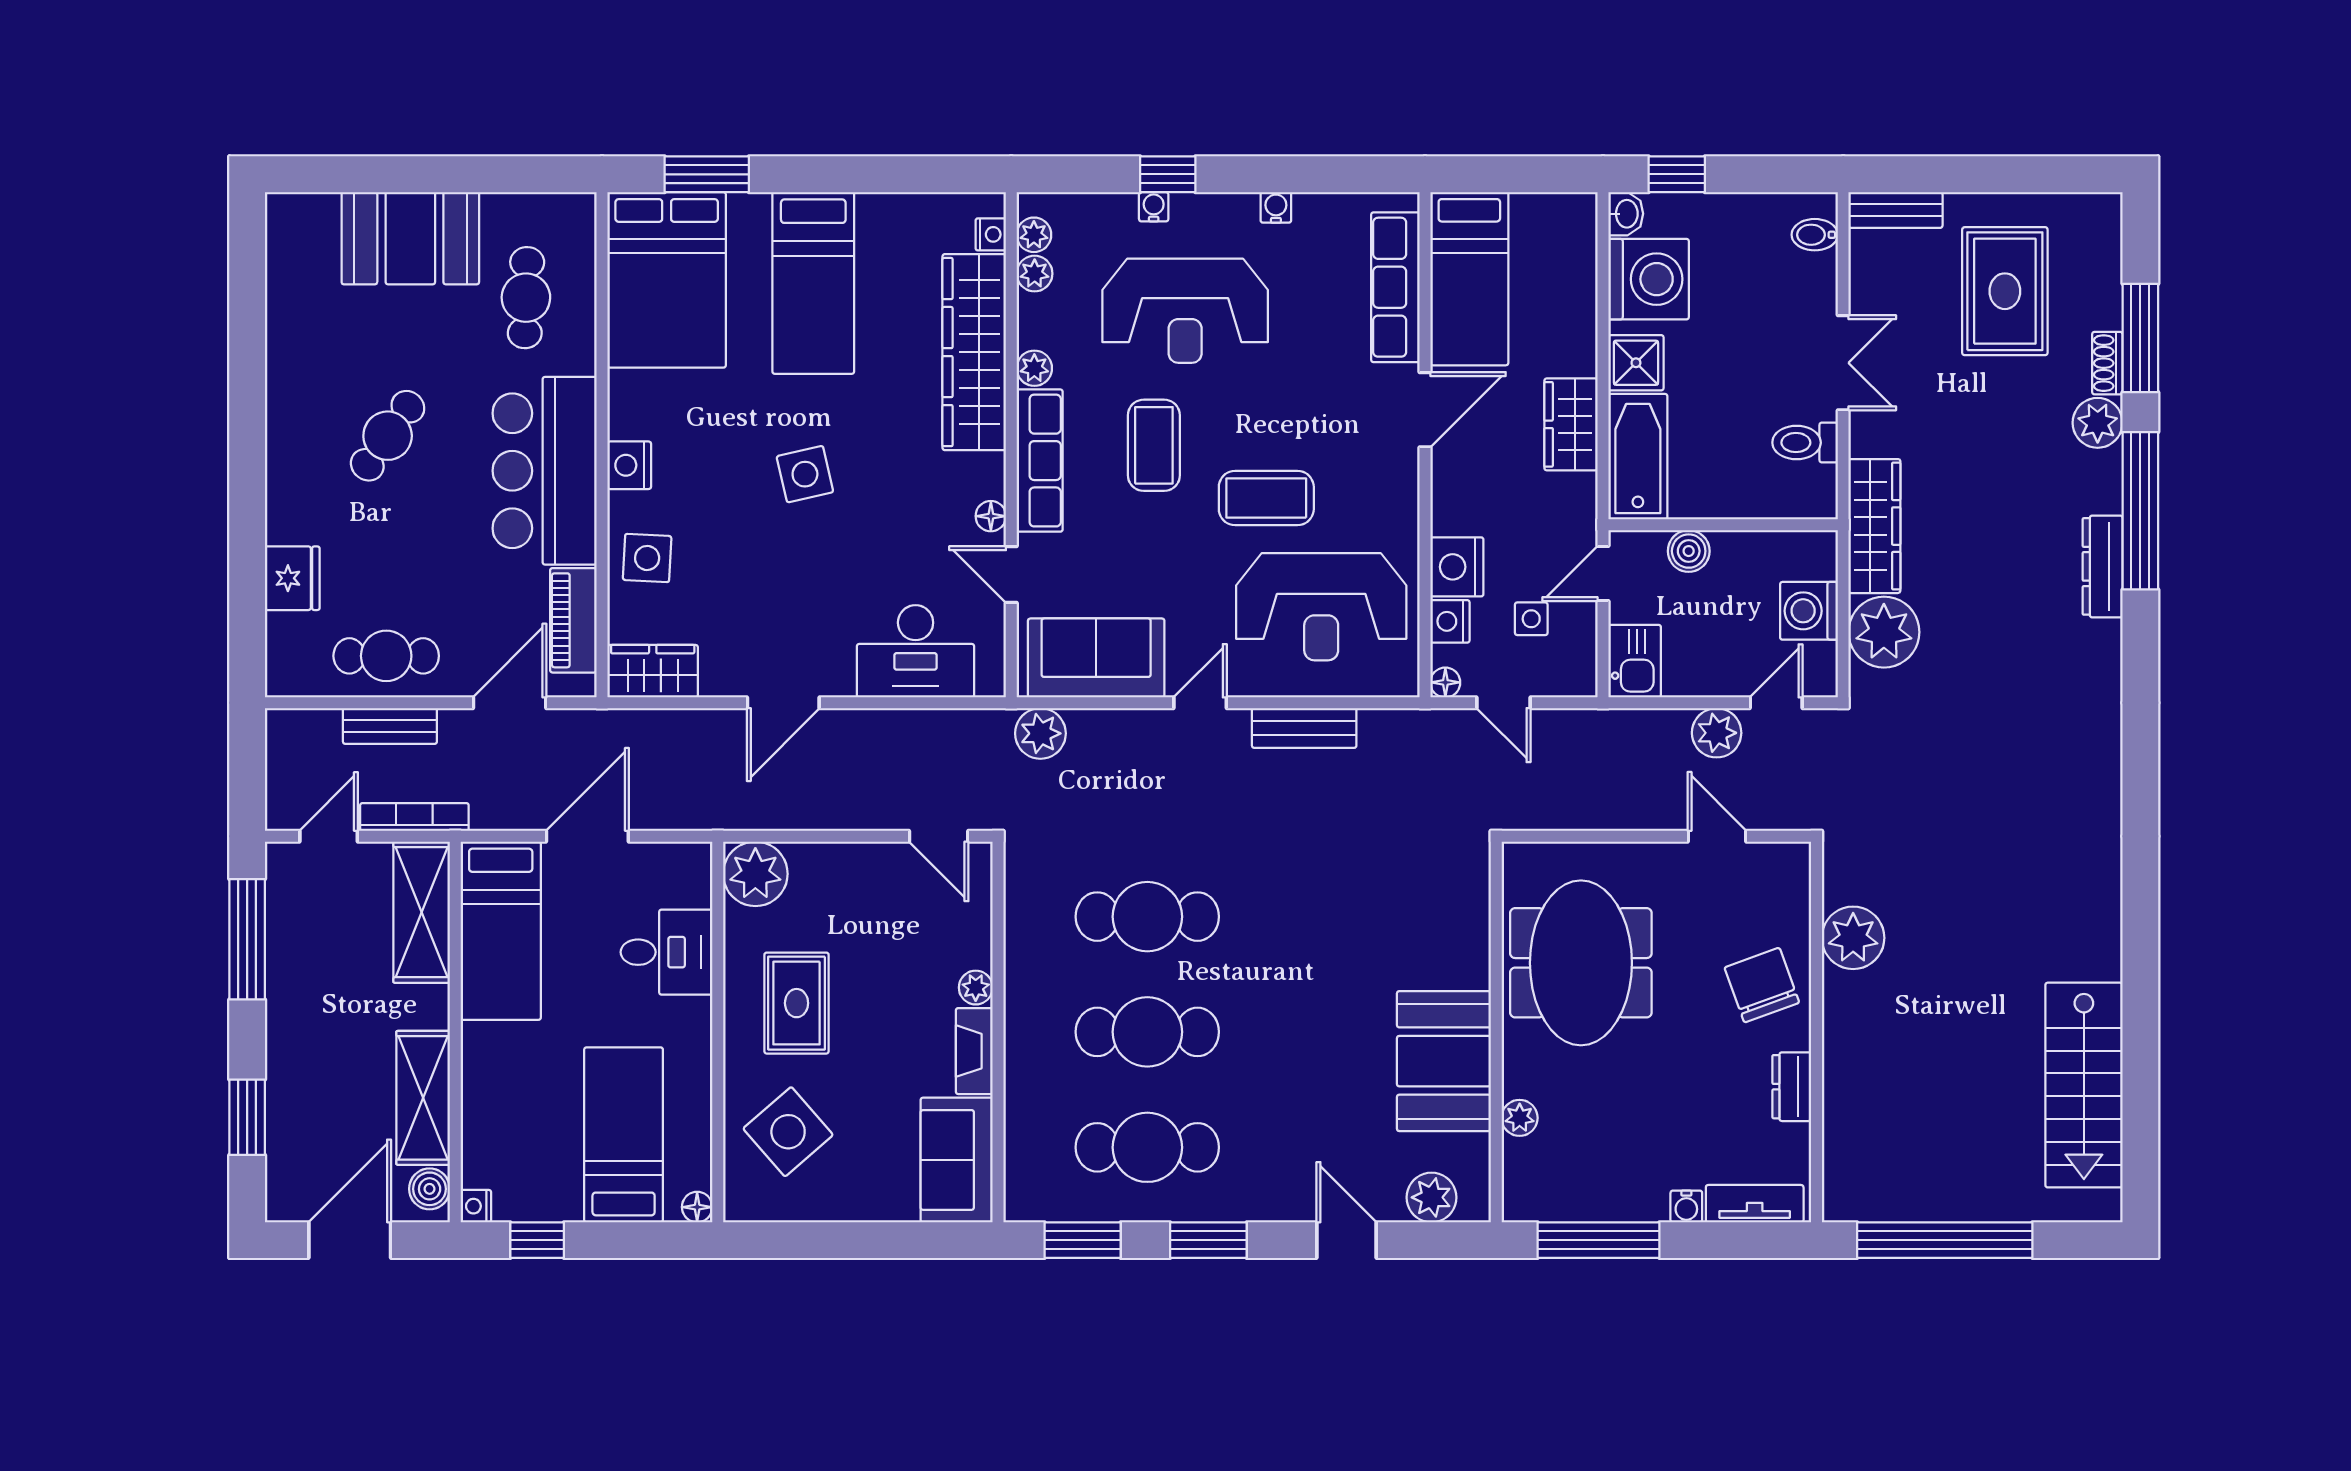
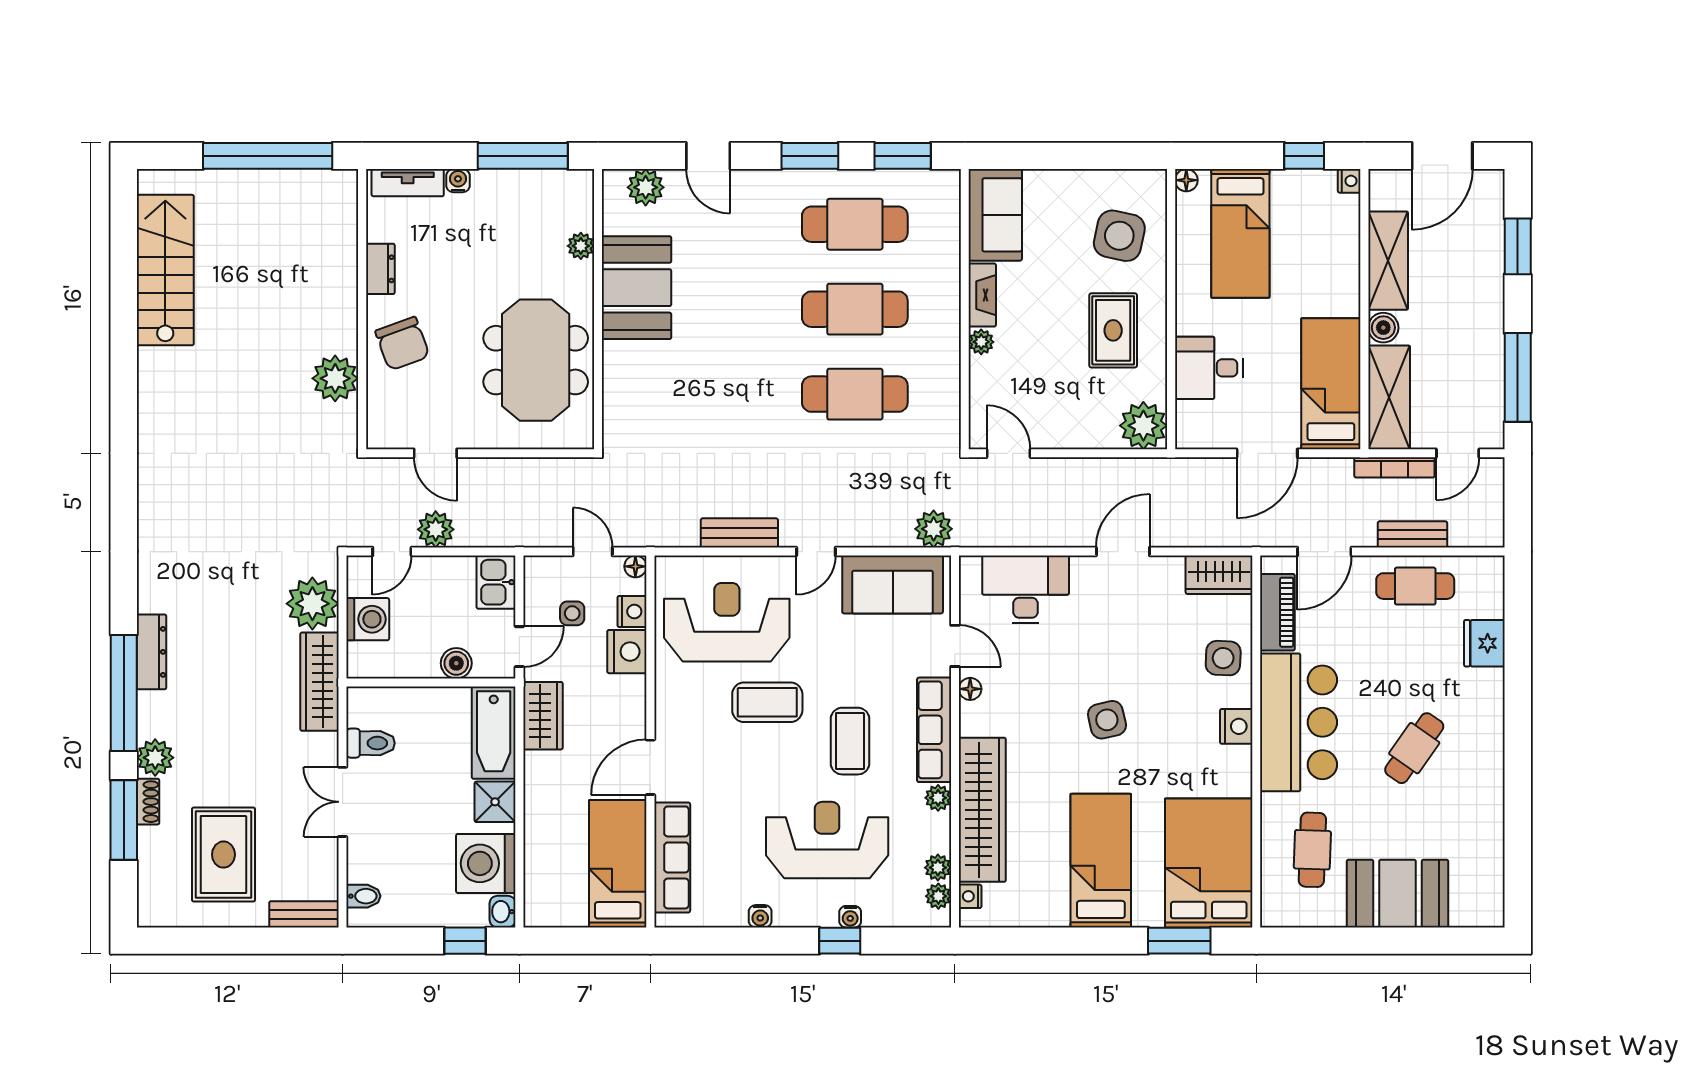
wardrobe: (1571, 424) -> (543, 716), moved
side table: (788, 1132) -> (1119, 236), turned -37
boiler: (430, 1189) -> (1383, 328), moved

